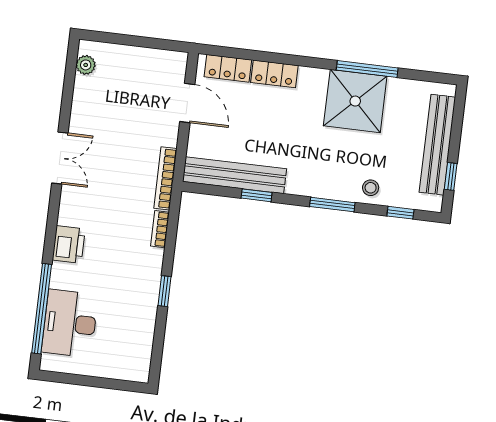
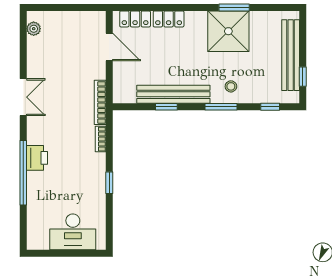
window: (367, 69) -> (234, 7), width x0.69
bench: (234, 175) -> (173, 94), moved
stool: (371, 188) -> (231, 86), moved
window: (42, 309) -> (23, 173), moved
desk: (70, 323) -> (73, 232), moved, turned -90

